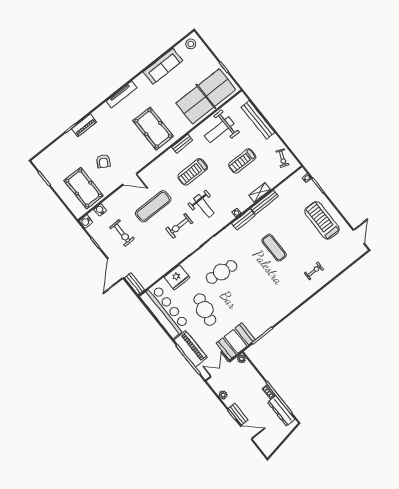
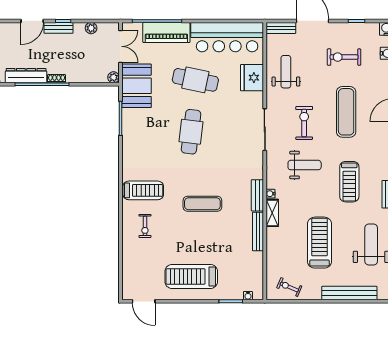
treadmill: (242, 161) -> (320, 243), width x1.37, depth x1.38
treadmill: (193, 172) -> (349, 182), turned 180
shelving: (260, 192) -> (272, 213), moved
weight bench: (204, 206) -> (305, 165), turned 180
treadmill: (322, 220) -> (191, 276), turned 180
weight bench: (158, 260) -> (286, 72), added
cafe table: (222, 272) -> (191, 132), moved
treadmill: (294, 289) -> (143, 190), added

